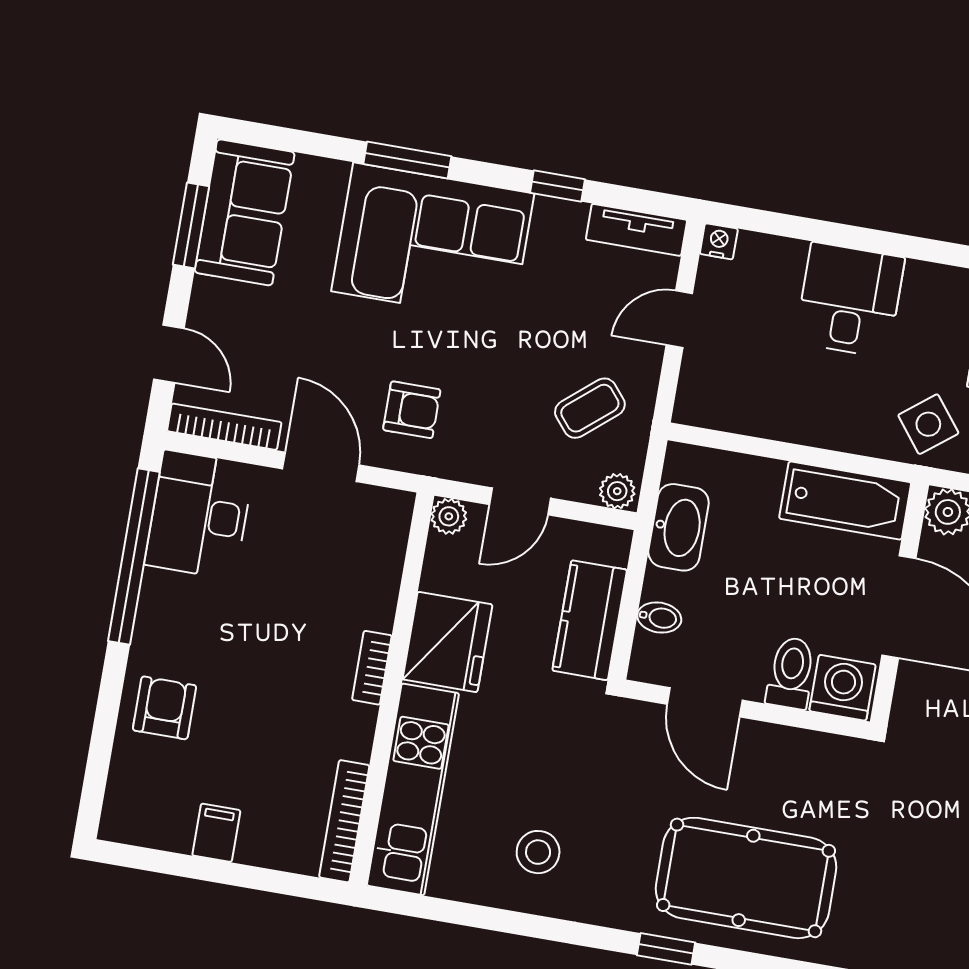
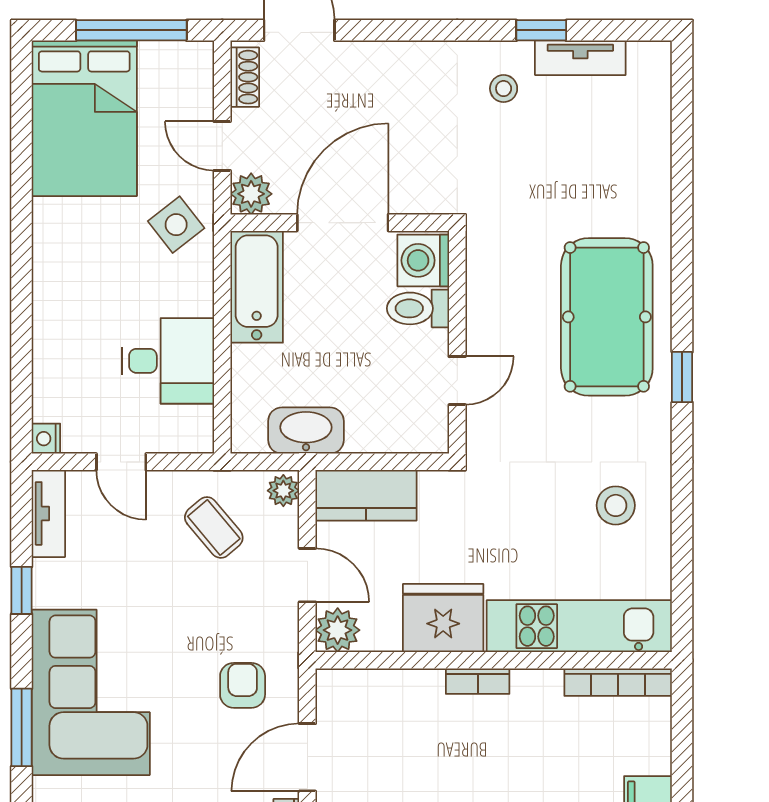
desk: (850, 300) -> (168, 361), moved, turned 180
plant: (449, 516) -> (338, 630), width x1.38, depth x1.38
bidet: (659, 618) -> (389, 434), removed
kitchen counter: (590, 620) -> (366, 495), moved
door: (705, 702) -> (457, 381), width x0.73

